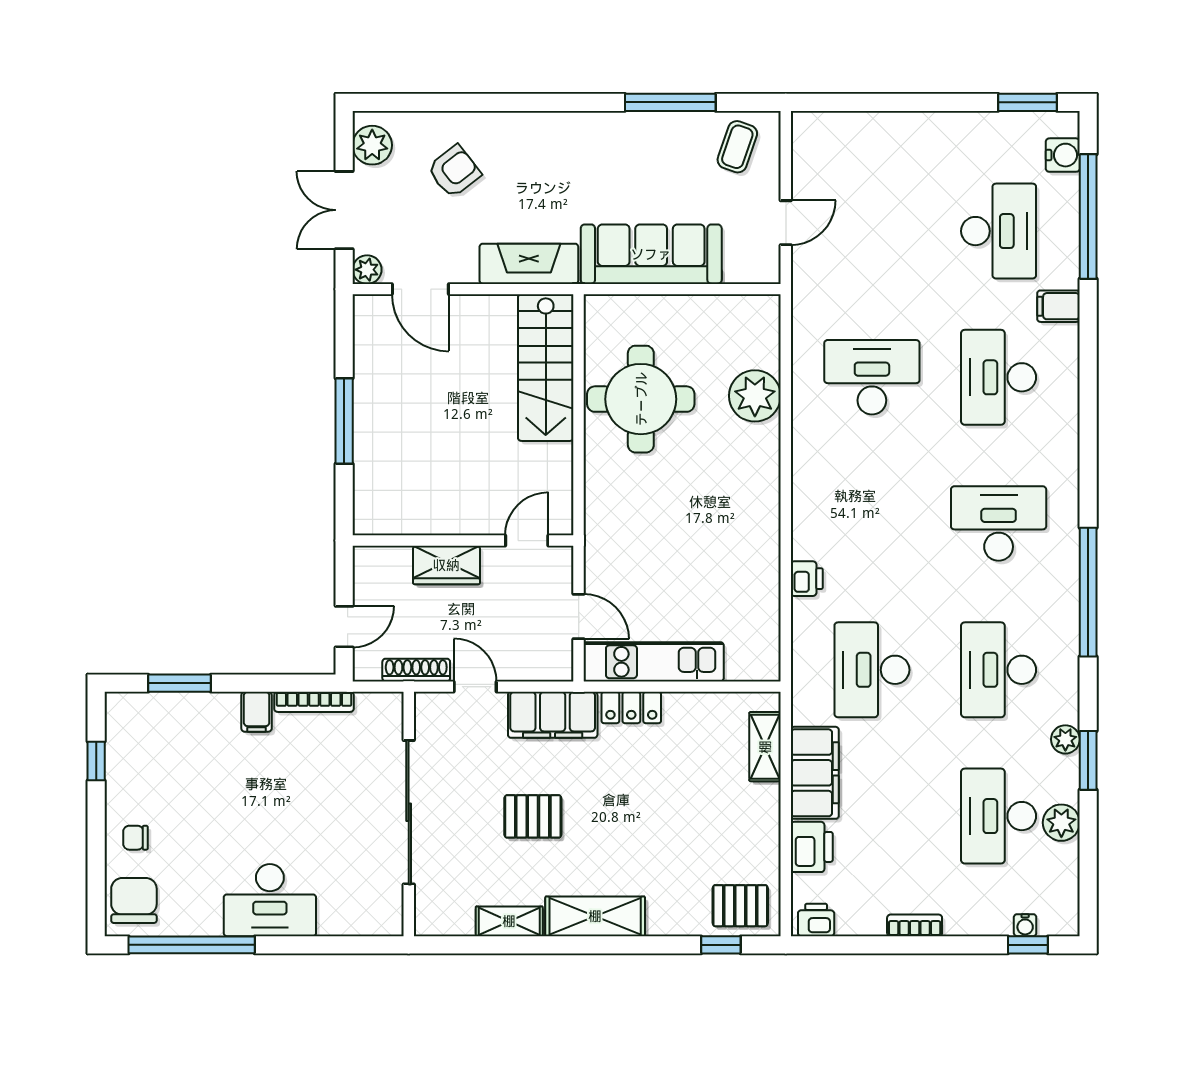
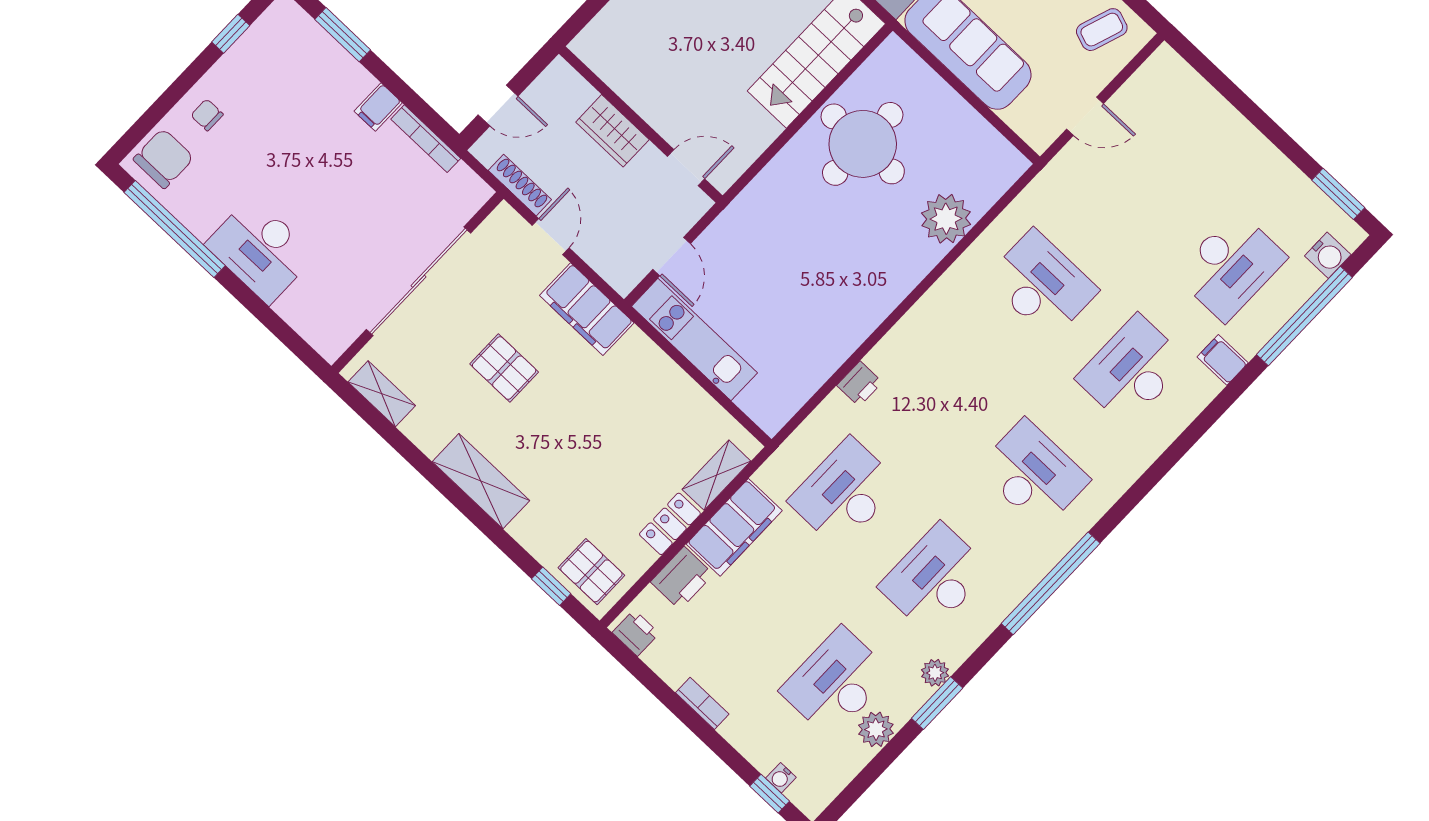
locker: (631, 708) -> (670, 524), moved, turned 90
shelving: (509, 921) -> (382, 394), moved

